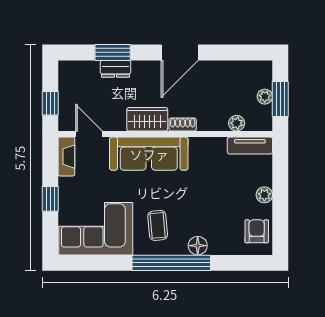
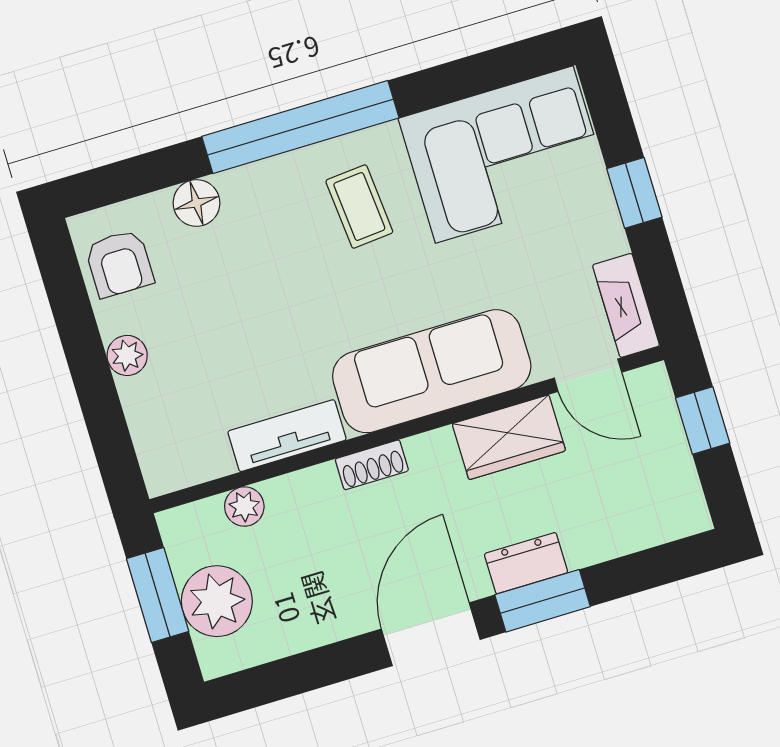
window: (113, 52) -> (543, 601), moved
dresser: (116, 69) -> (526, 563), moved
plant: (265, 97) -> (217, 601), width x1.87, depth x1.87
wardrobe: (147, 119) -> (509, 437), moved
tv unit: (250, 146) -> (287, 436), moved
floor lamp: (198, 246) -> (197, 203), moved

